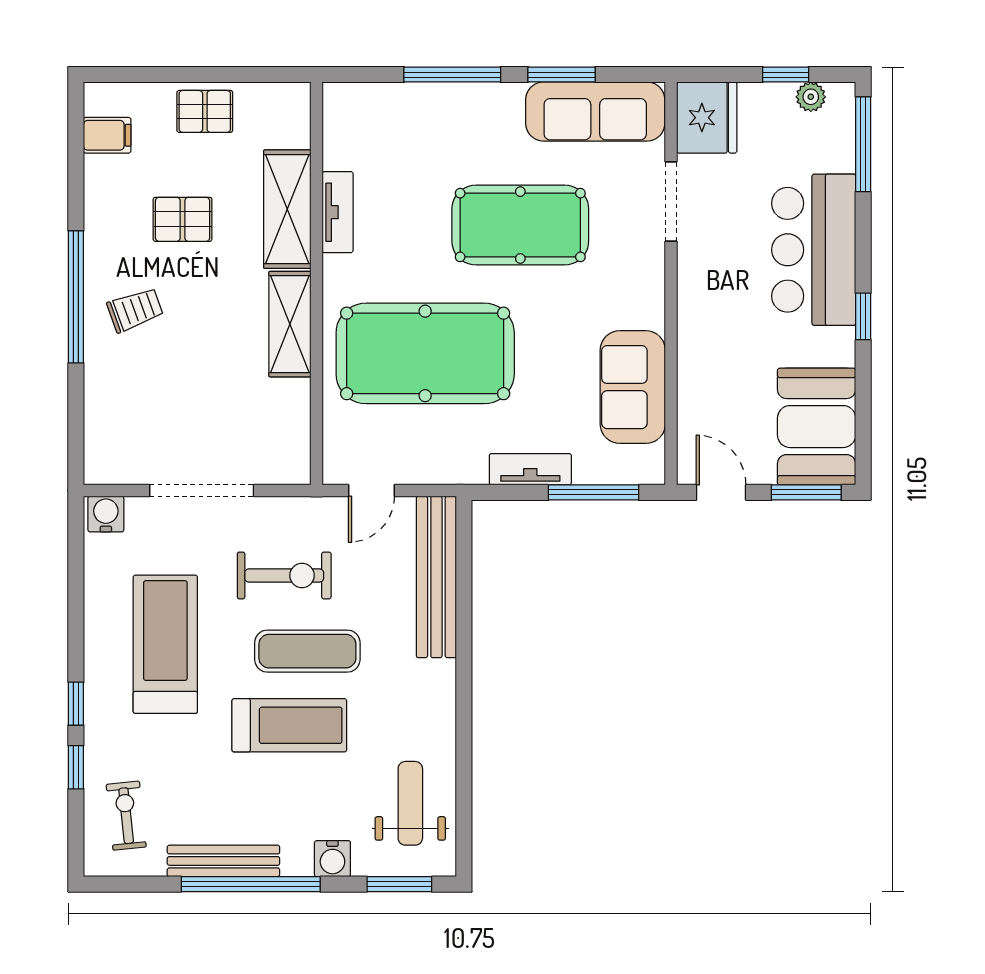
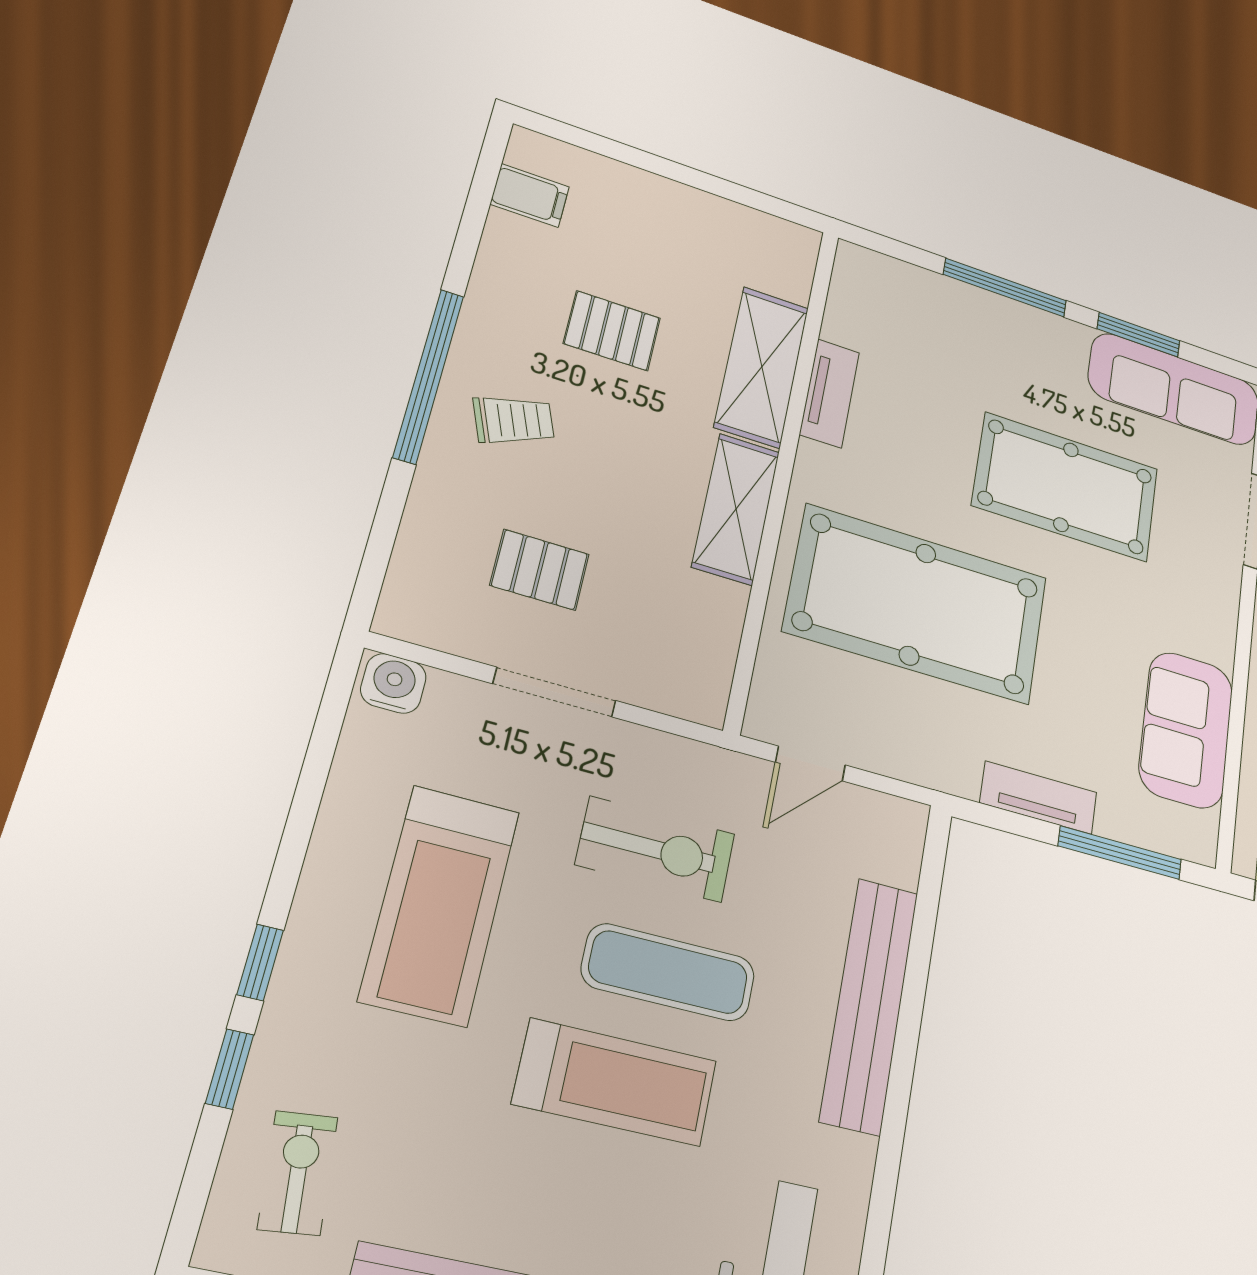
pallet: (205, 111) -> (540, 570), moved
doorway: (202, 491) -> (555, 692), width x0.73
bench: (436, 577) -> (869, 1005), moved
treadmill: (165, 644) -> (440, 905), turned 180

